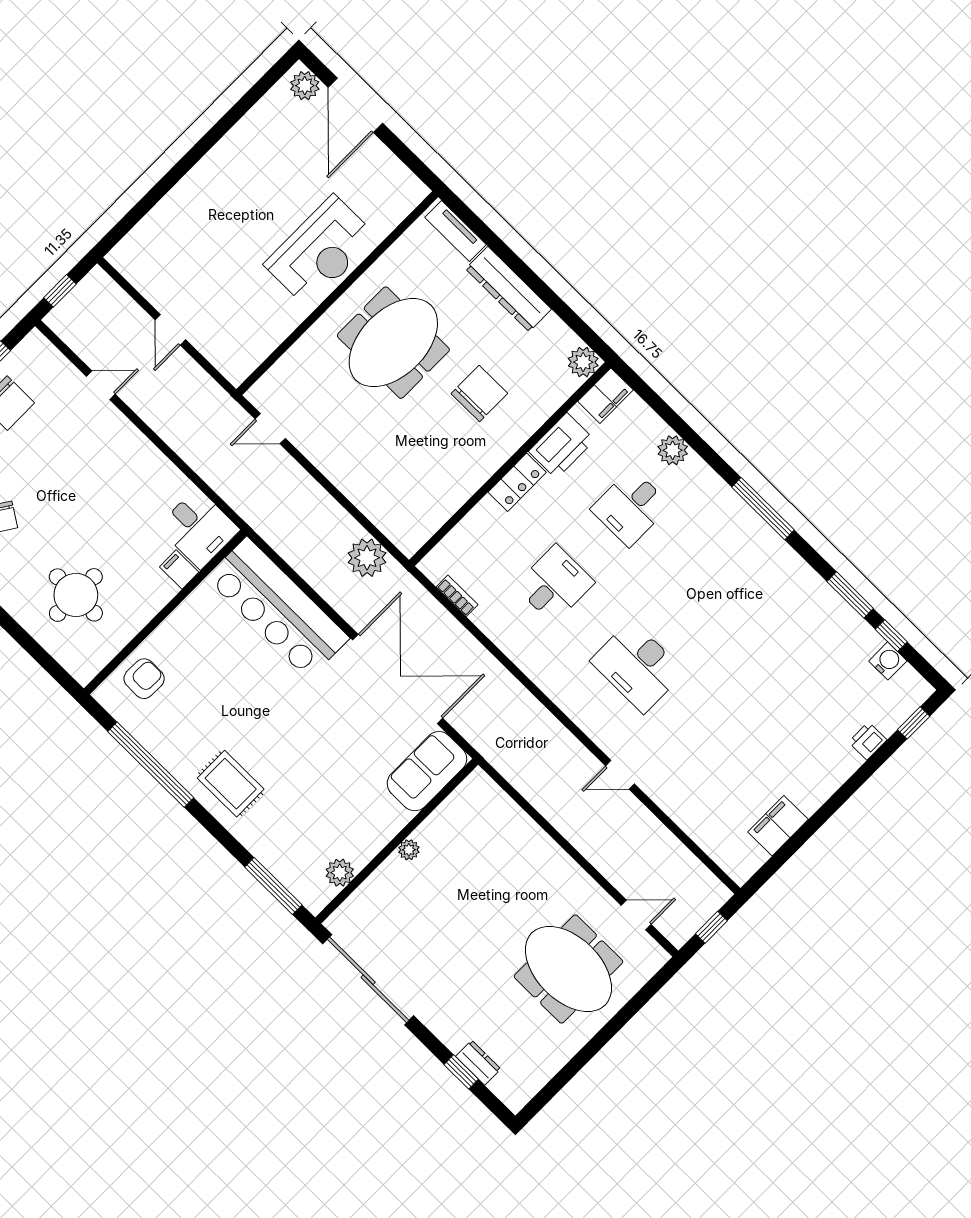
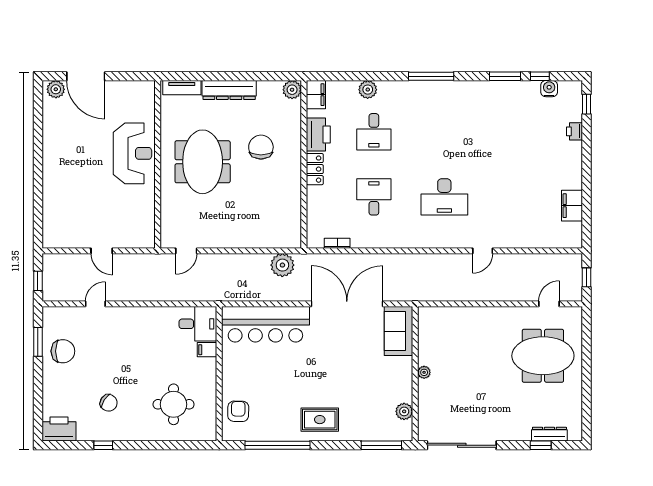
dresser: (478, 1063) -> (549, 434), width x1.44

